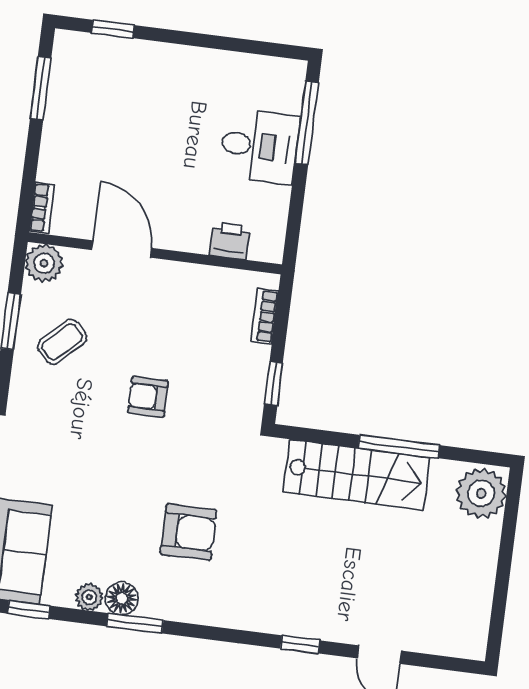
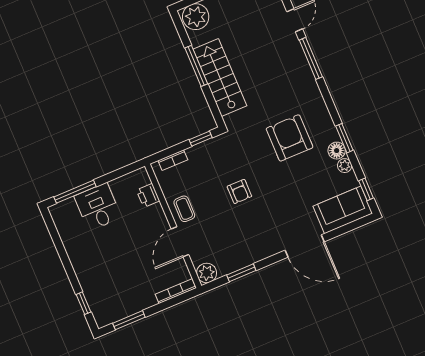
bookcase: (42, 208) -> (176, 291), width x1.56
coffee table: (62, 342) -> (184, 209), moved, turned 44
armchair: (188, 532) -> (290, 138), width x1.36, depth x1.36
window: (300, 644) -> (311, 58), width x2.17

